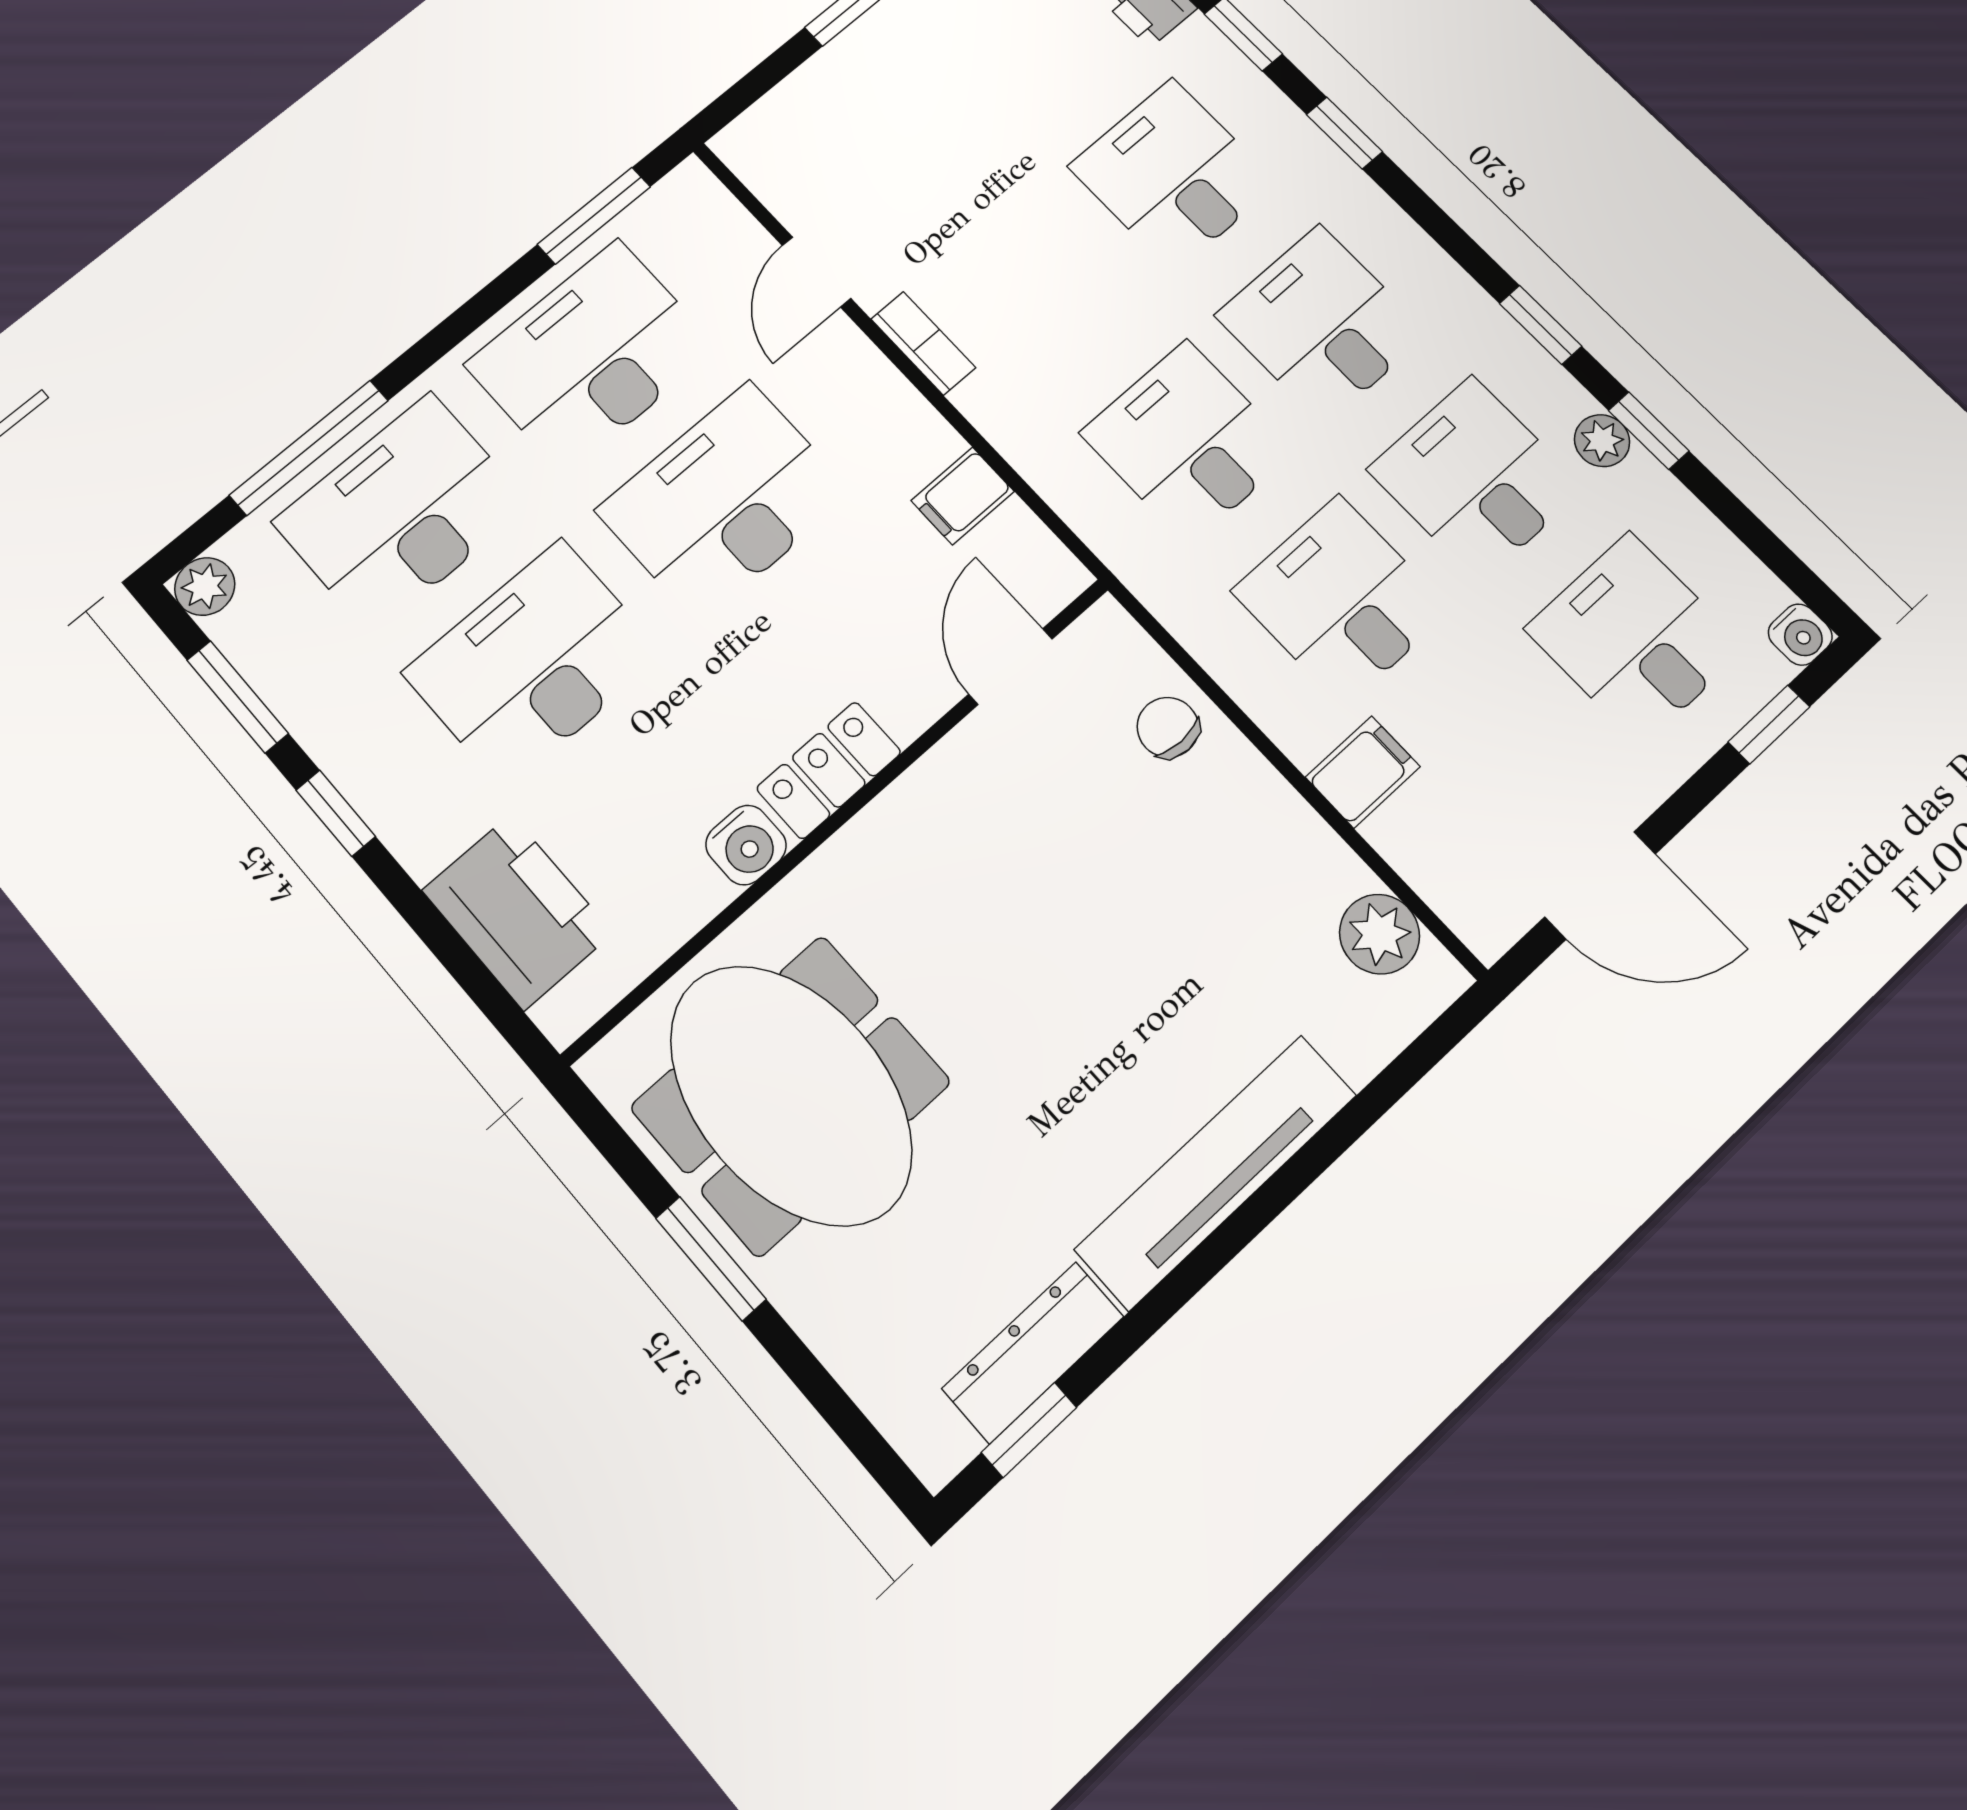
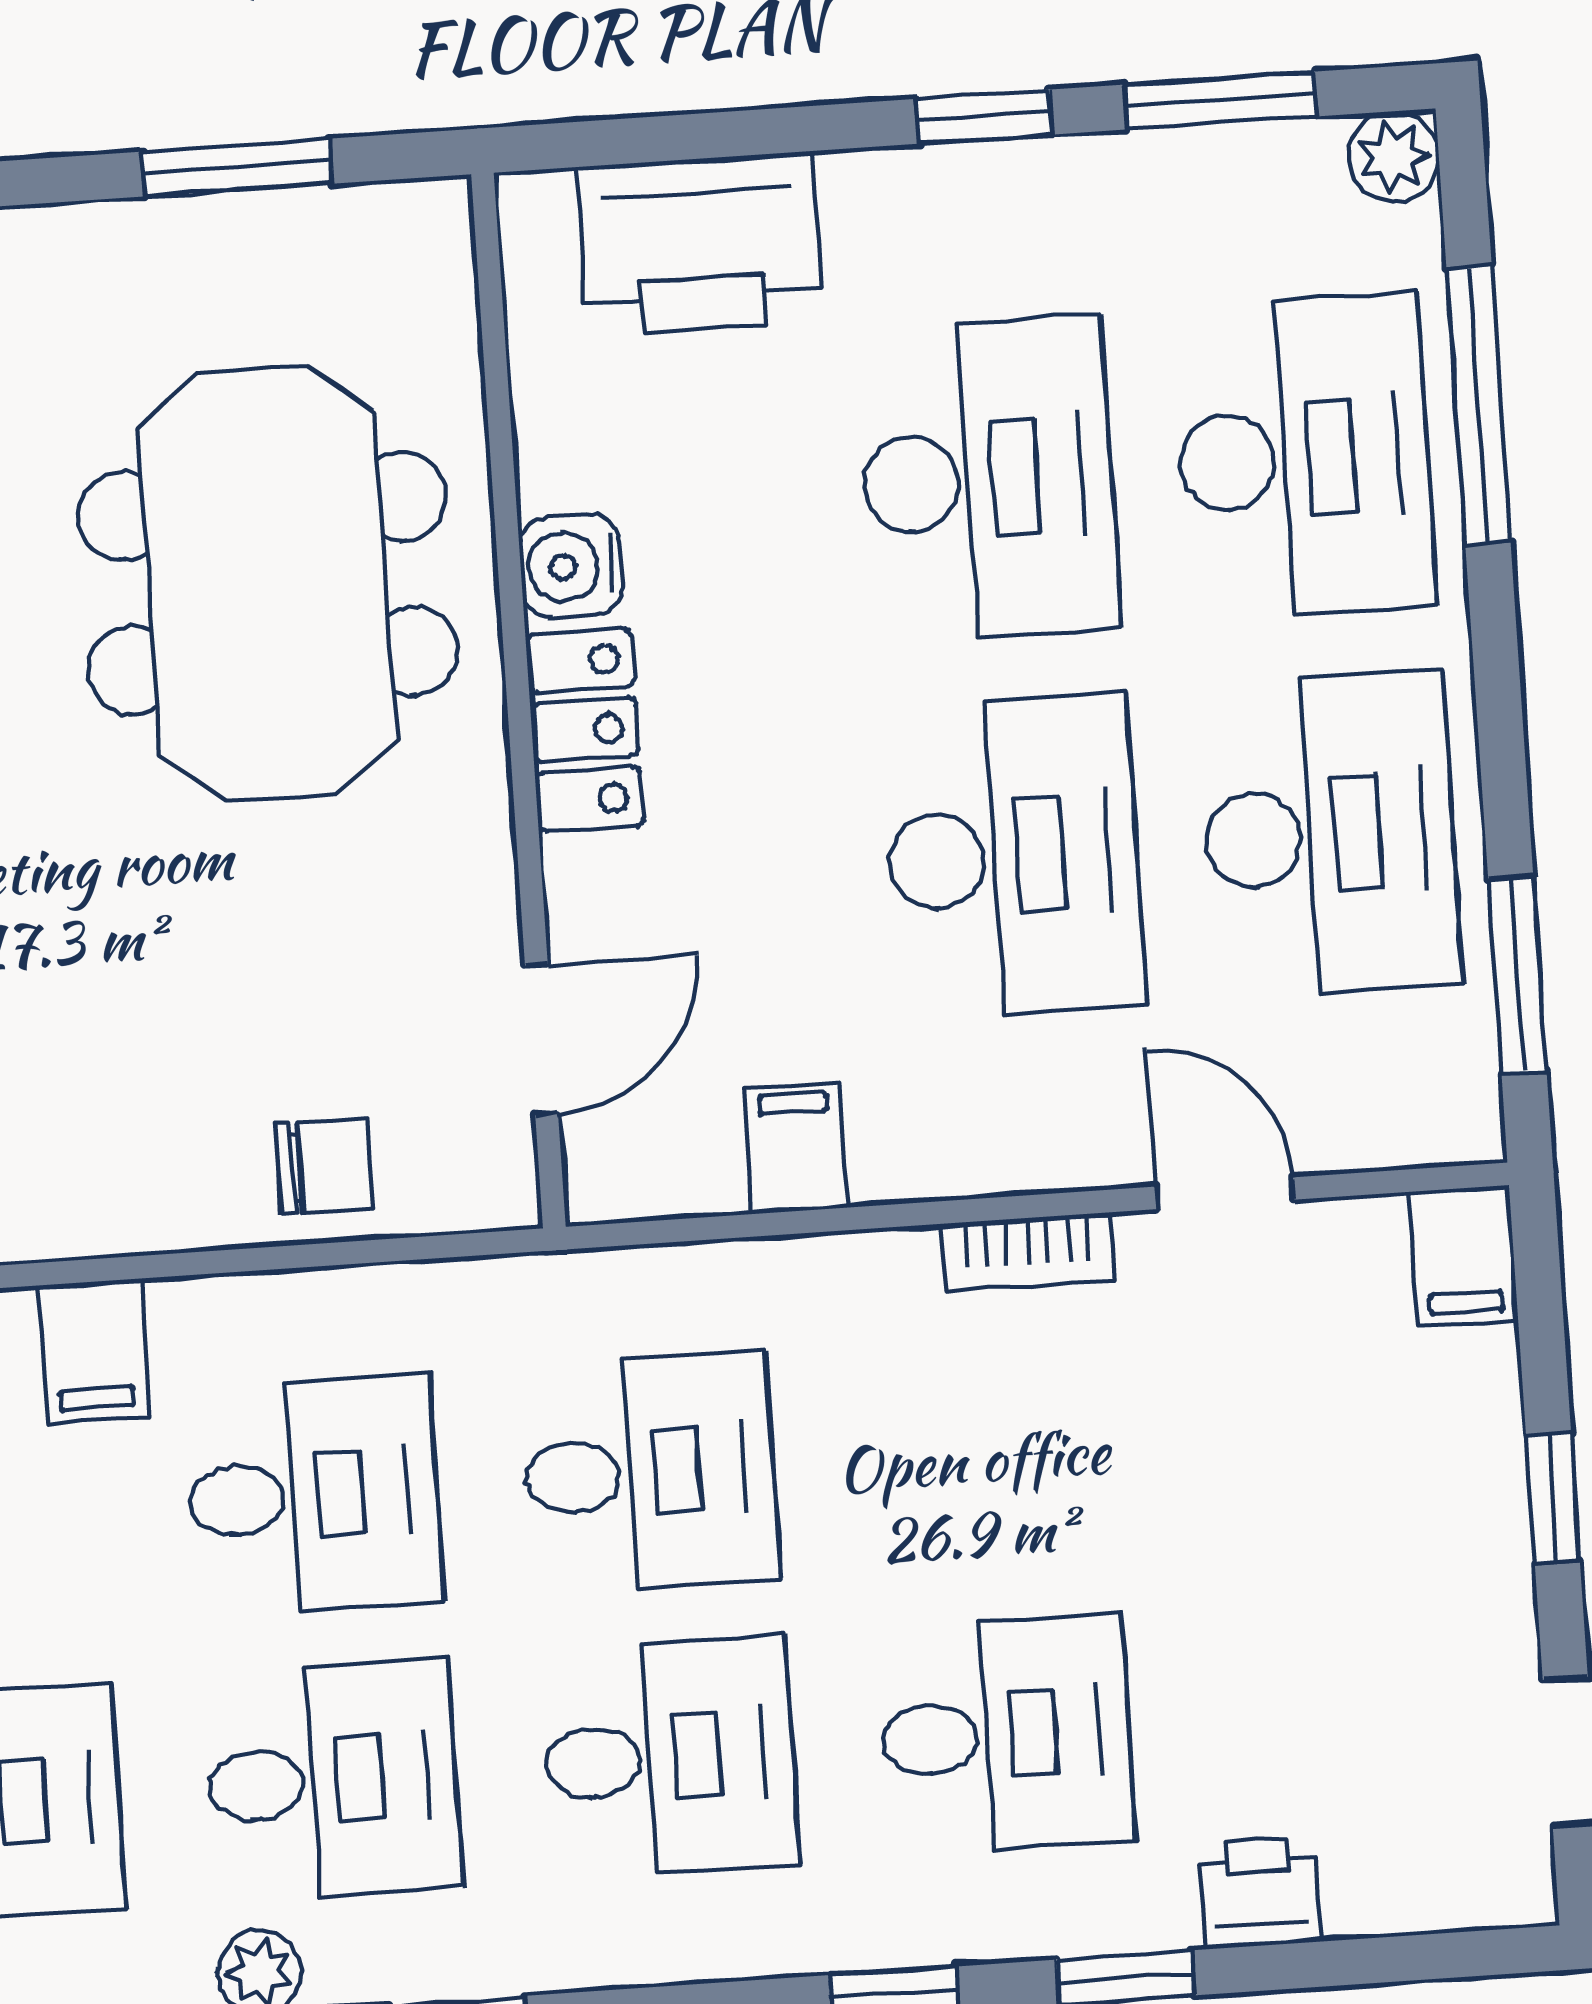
filing cabinet: (757, 139) -> (1463, 1256), added
door: (1010, 666) -> (541, 1040), hinge flipped
meeting table: (791, 1095) -> (268, 583), moved, turned 90
window: (711, 1259) -> (238, 168), moved

